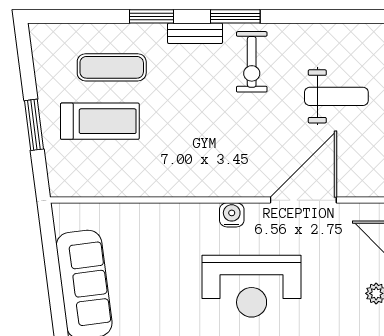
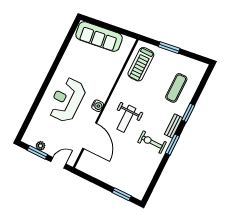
weight bench: (336, 96) -> (126, 119), moved
treadmill: (100, 121) -> (141, 64), moved

